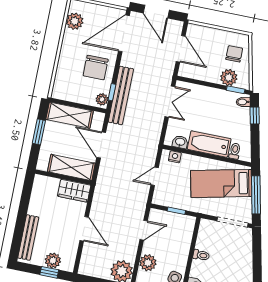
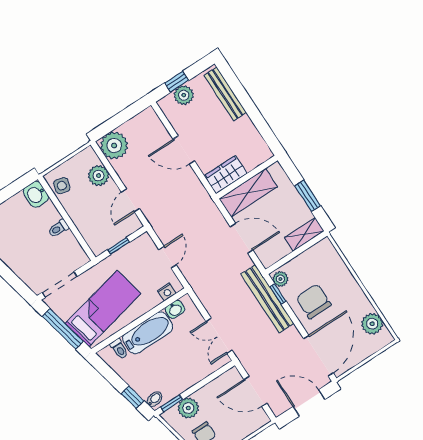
shelving: (70, 115) -> (304, 234), width x0.67, depth x0.75

